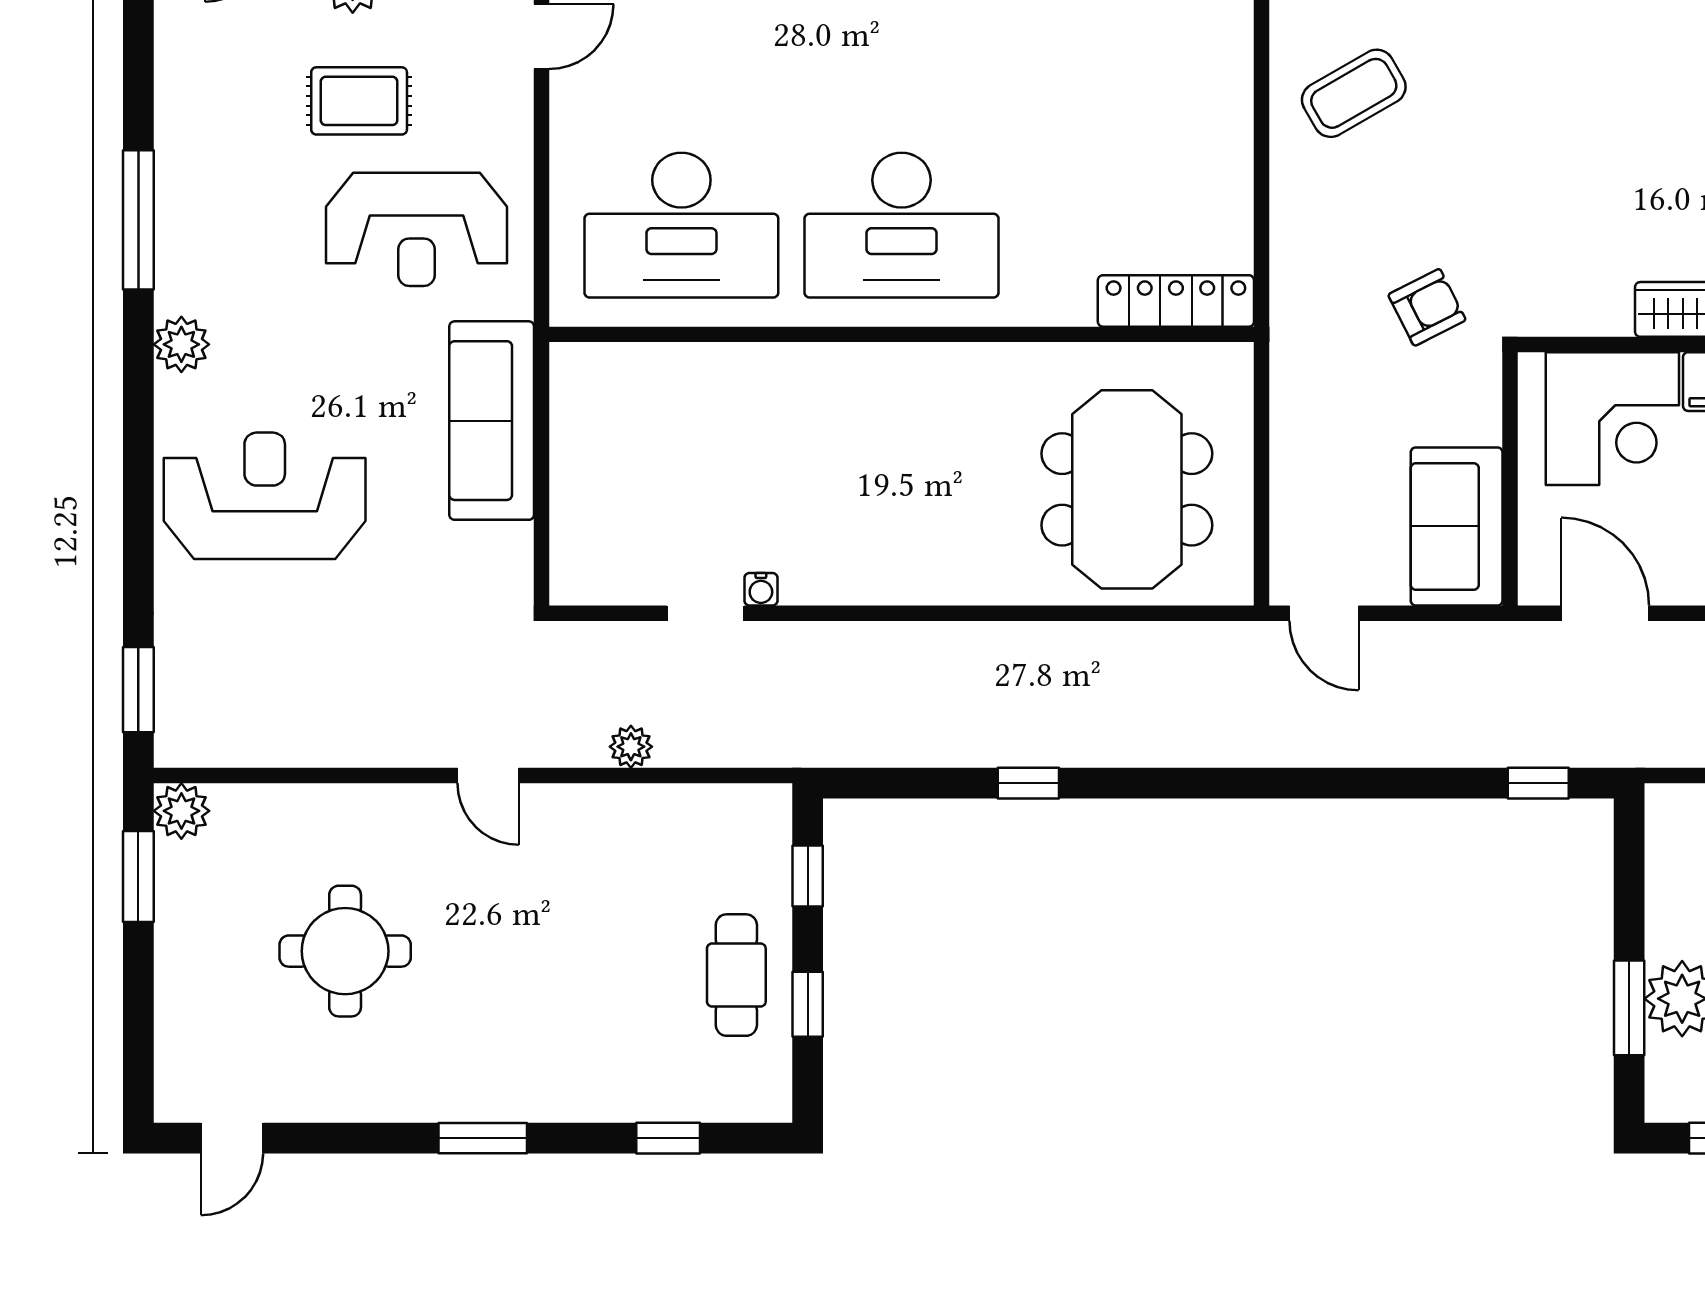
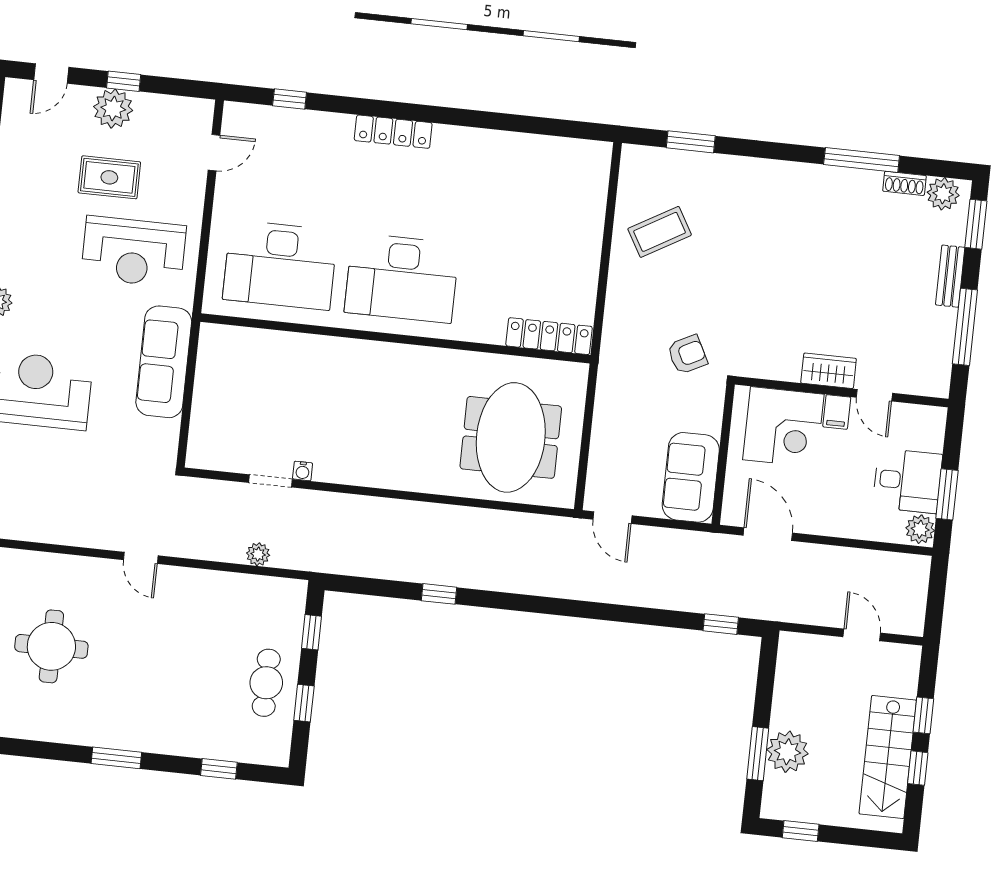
plant: (631, 747) -> (258, 554), moved

